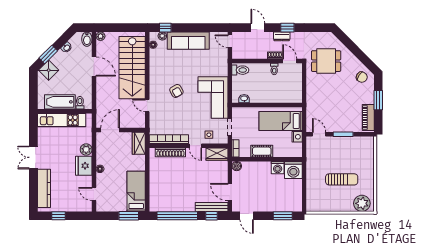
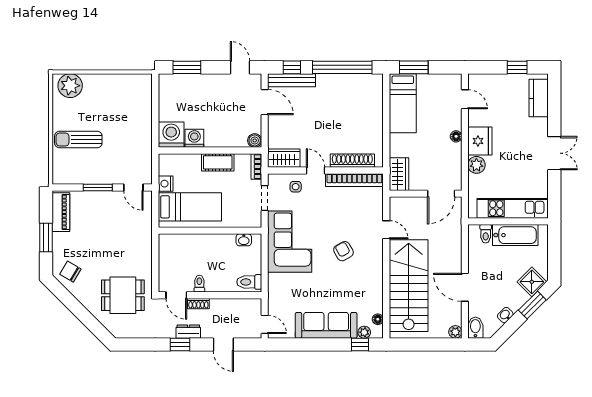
sun lounger: (342, 179) -> (78, 140), moved
kitchen counter: (44, 188) -> (539, 98), width x0.67

